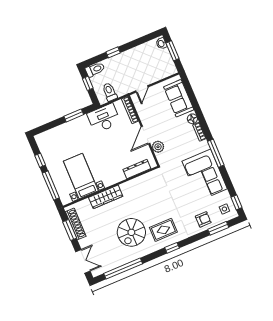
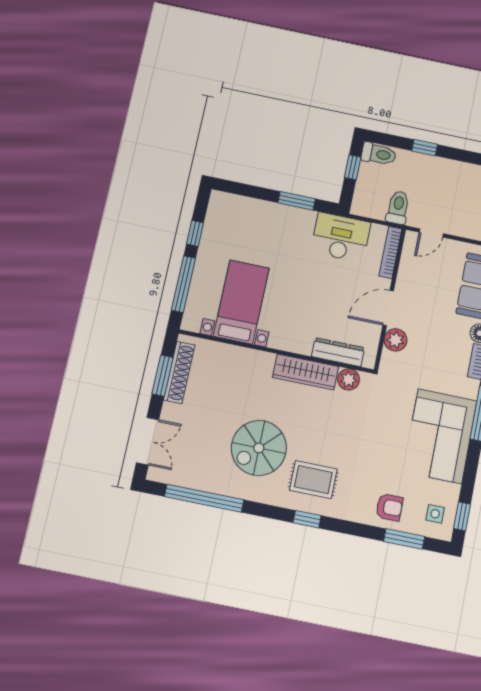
toilet: (110, 92) -> (398, 207), moved
plant: (149, 178) -> (349, 379), added
wardrobe: (106, 197) -> (306, 372), moved

